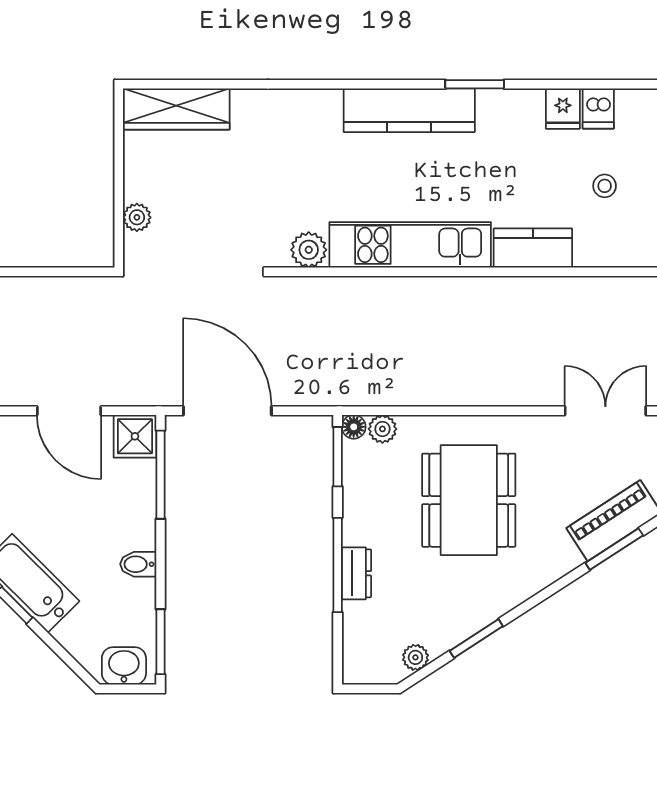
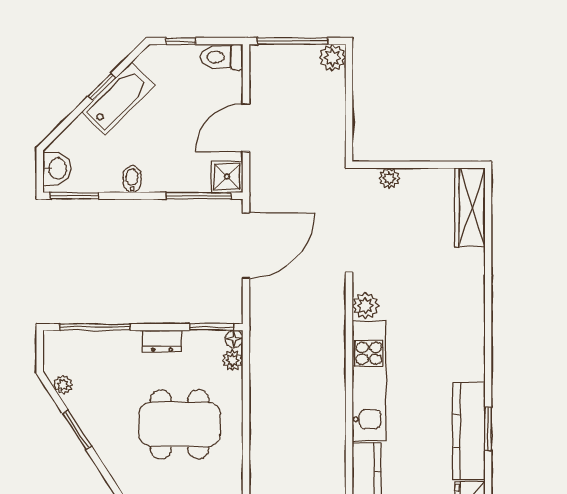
kitchen counter: (409, 110) -> (469, 431), moved
window: (338, 565) -> (95, 327), moved
dresser: (356, 573) -> (162, 341), moved

